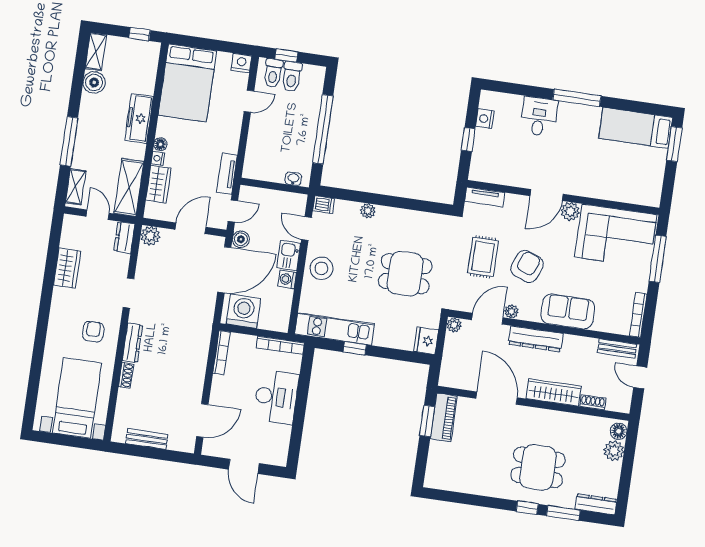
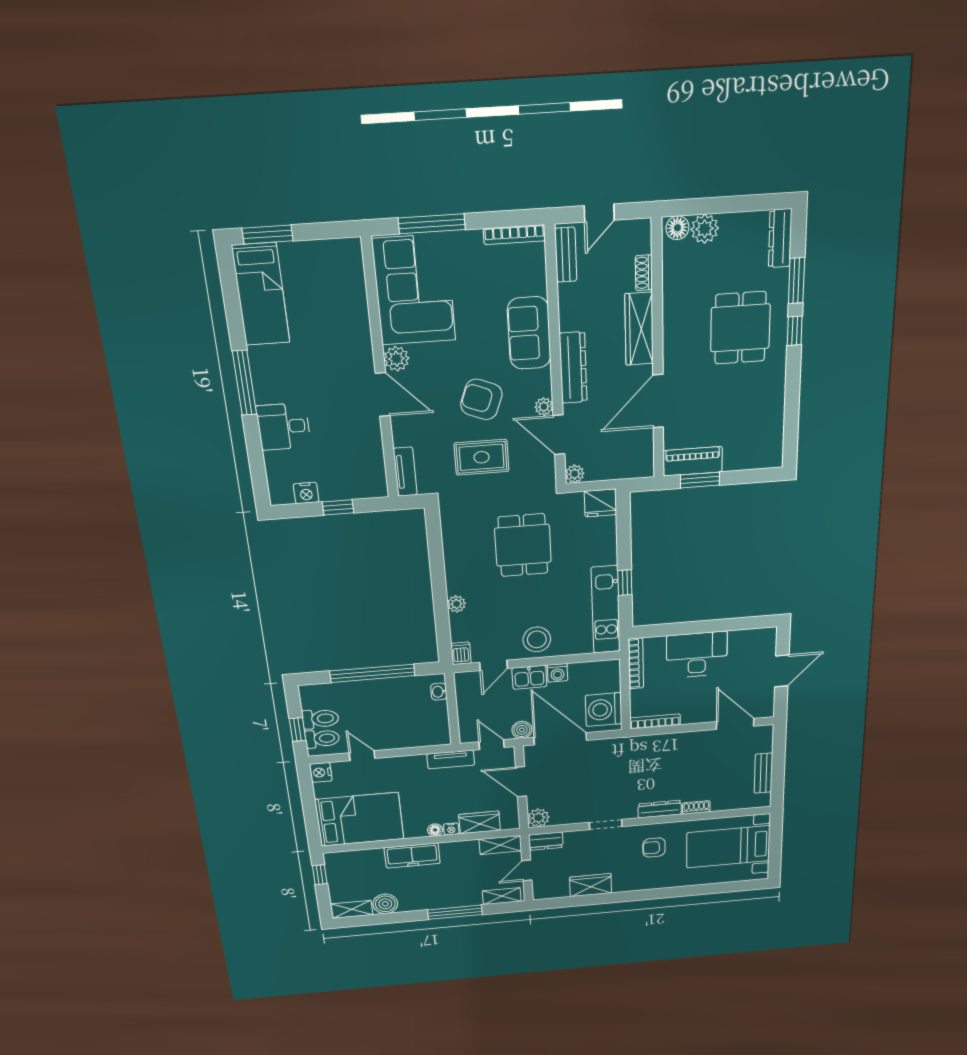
shelving: (129, 187) -> (500, 845), width x0.67, depth x0.75

